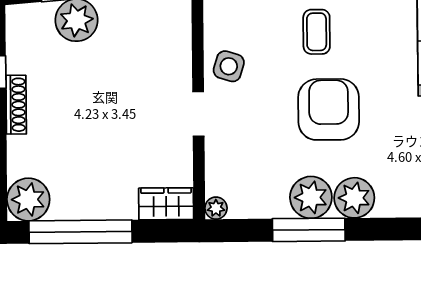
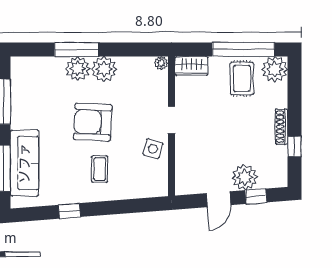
armchair: (329, 109) -> (93, 122), turned 93
rug: (82, 184) -> (242, 78), added
window: (309, 230) -> (77, 49), moved

